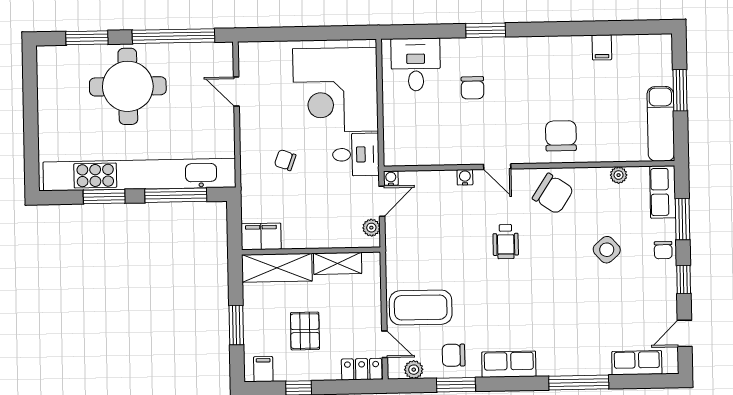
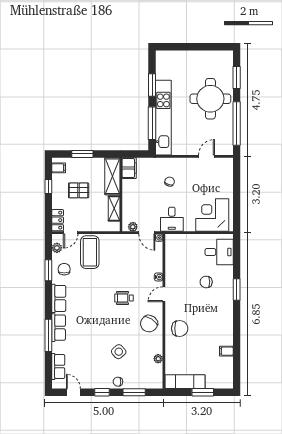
corner desk: (336, 90) -> (212, 215), width x0.74, depth x0.74
kitchen unit: (139, 175) -> (163, 118), width x0.73
row of seats: (663, 192) -> (59, 328), moved, turned 90

